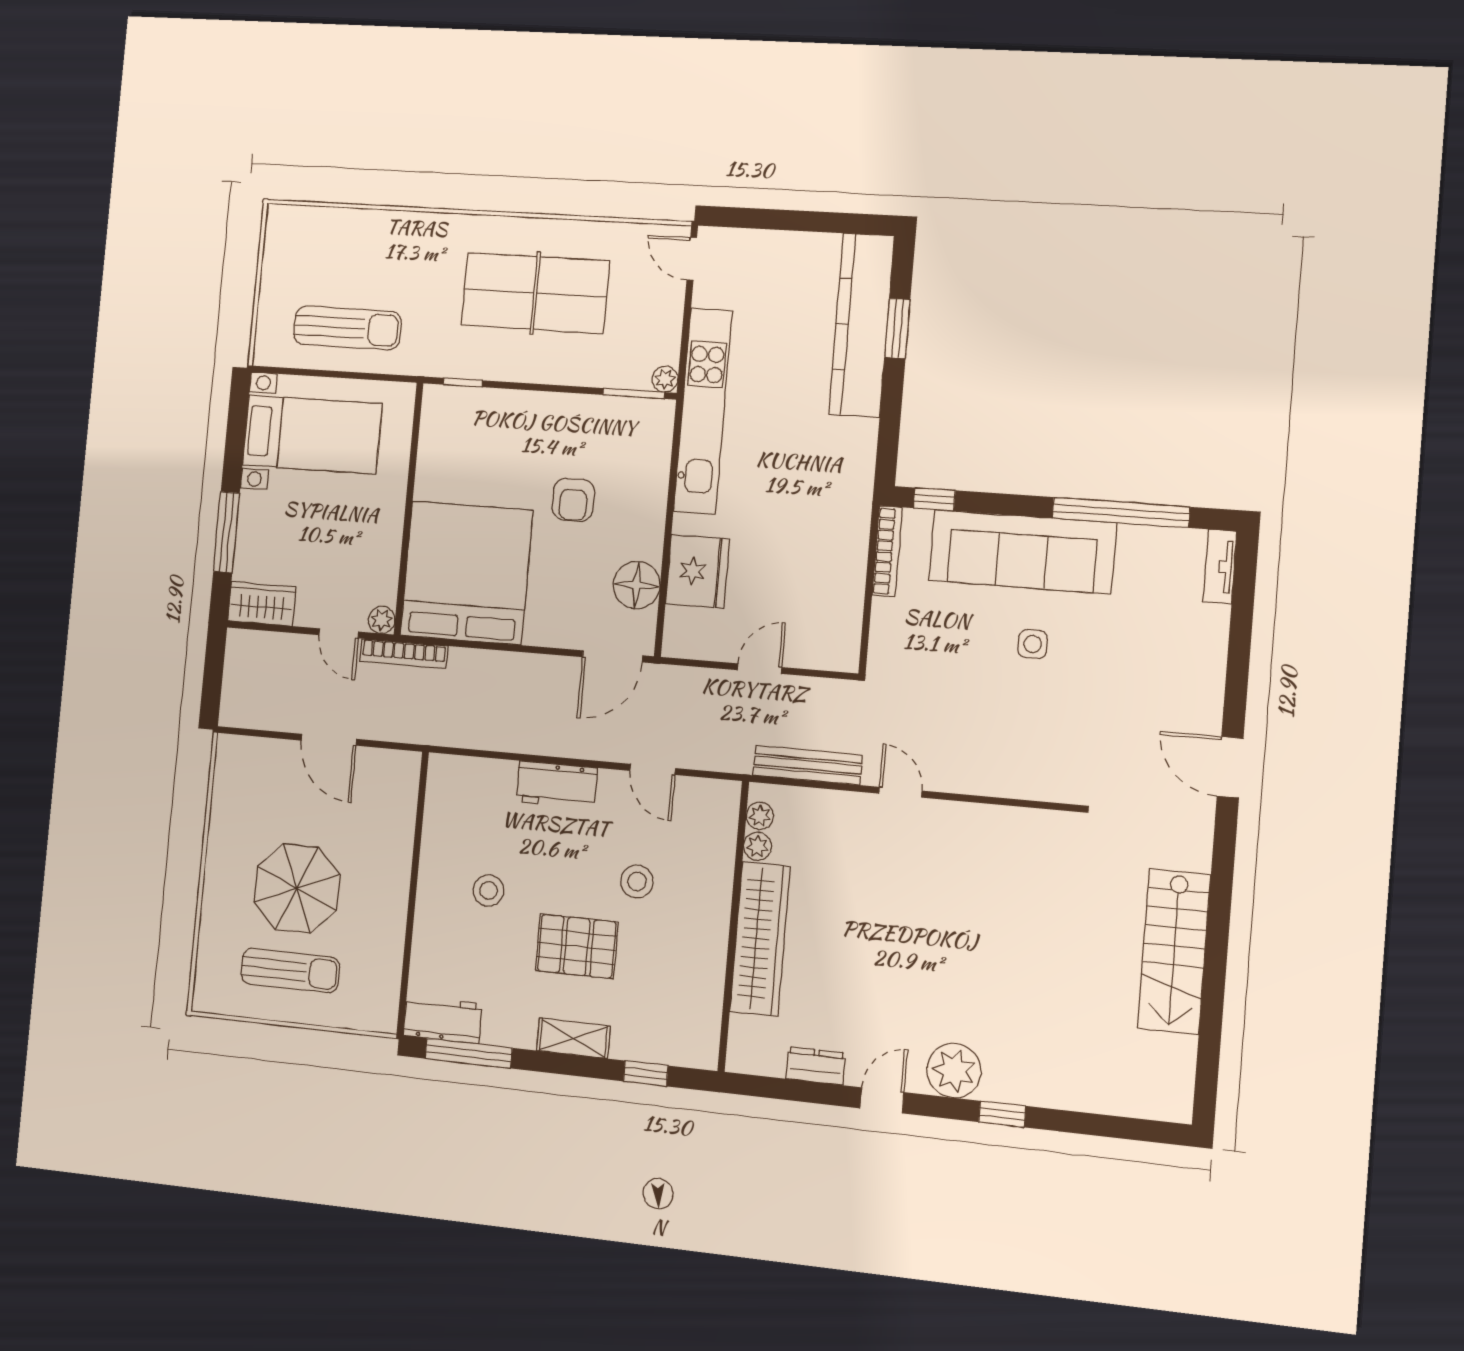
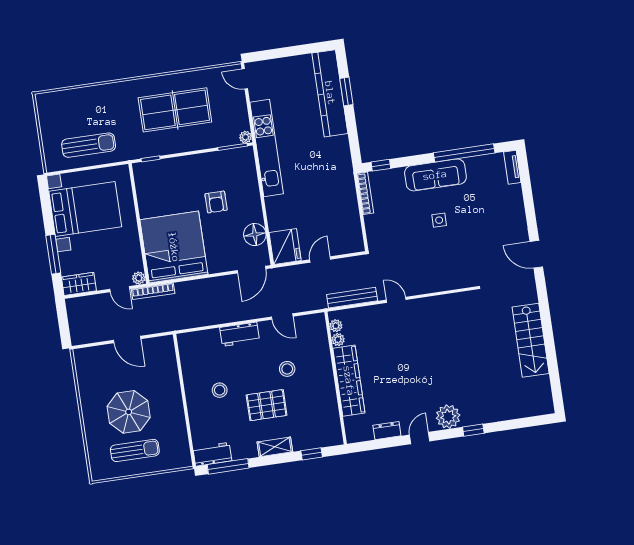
bed with nightstands: (312, 434) -> (85, 209), width x1.36
sofa: (1022, 552) -> (435, 175), width x0.74, depth x0.79
fridge: (697, 571) -> (285, 247), moved

